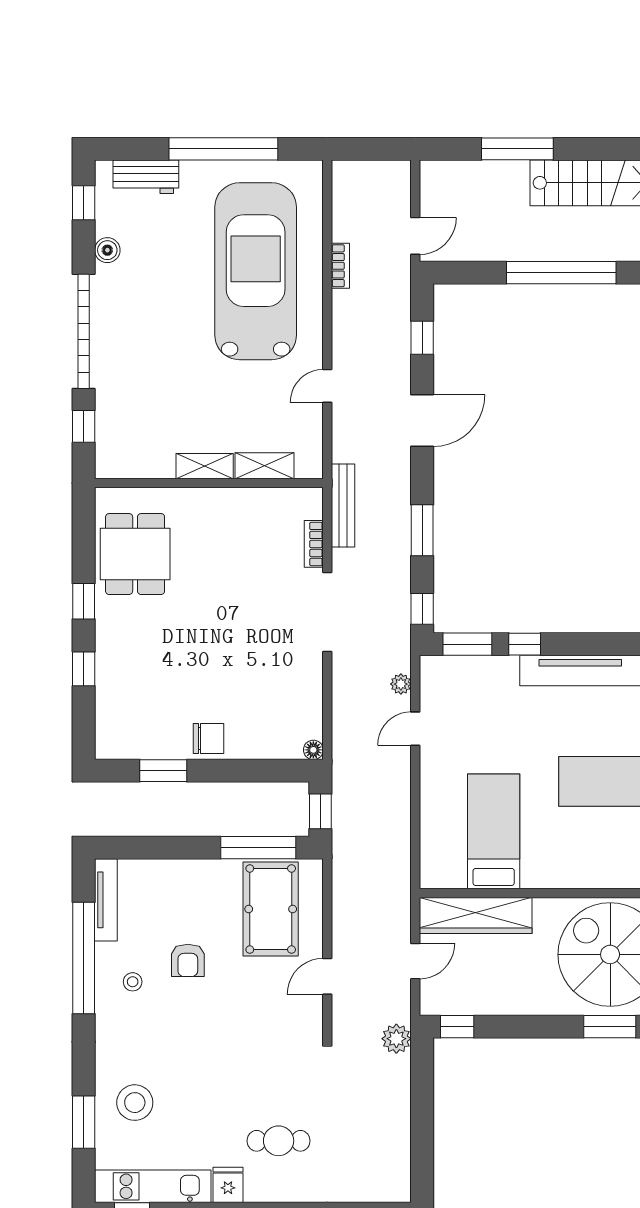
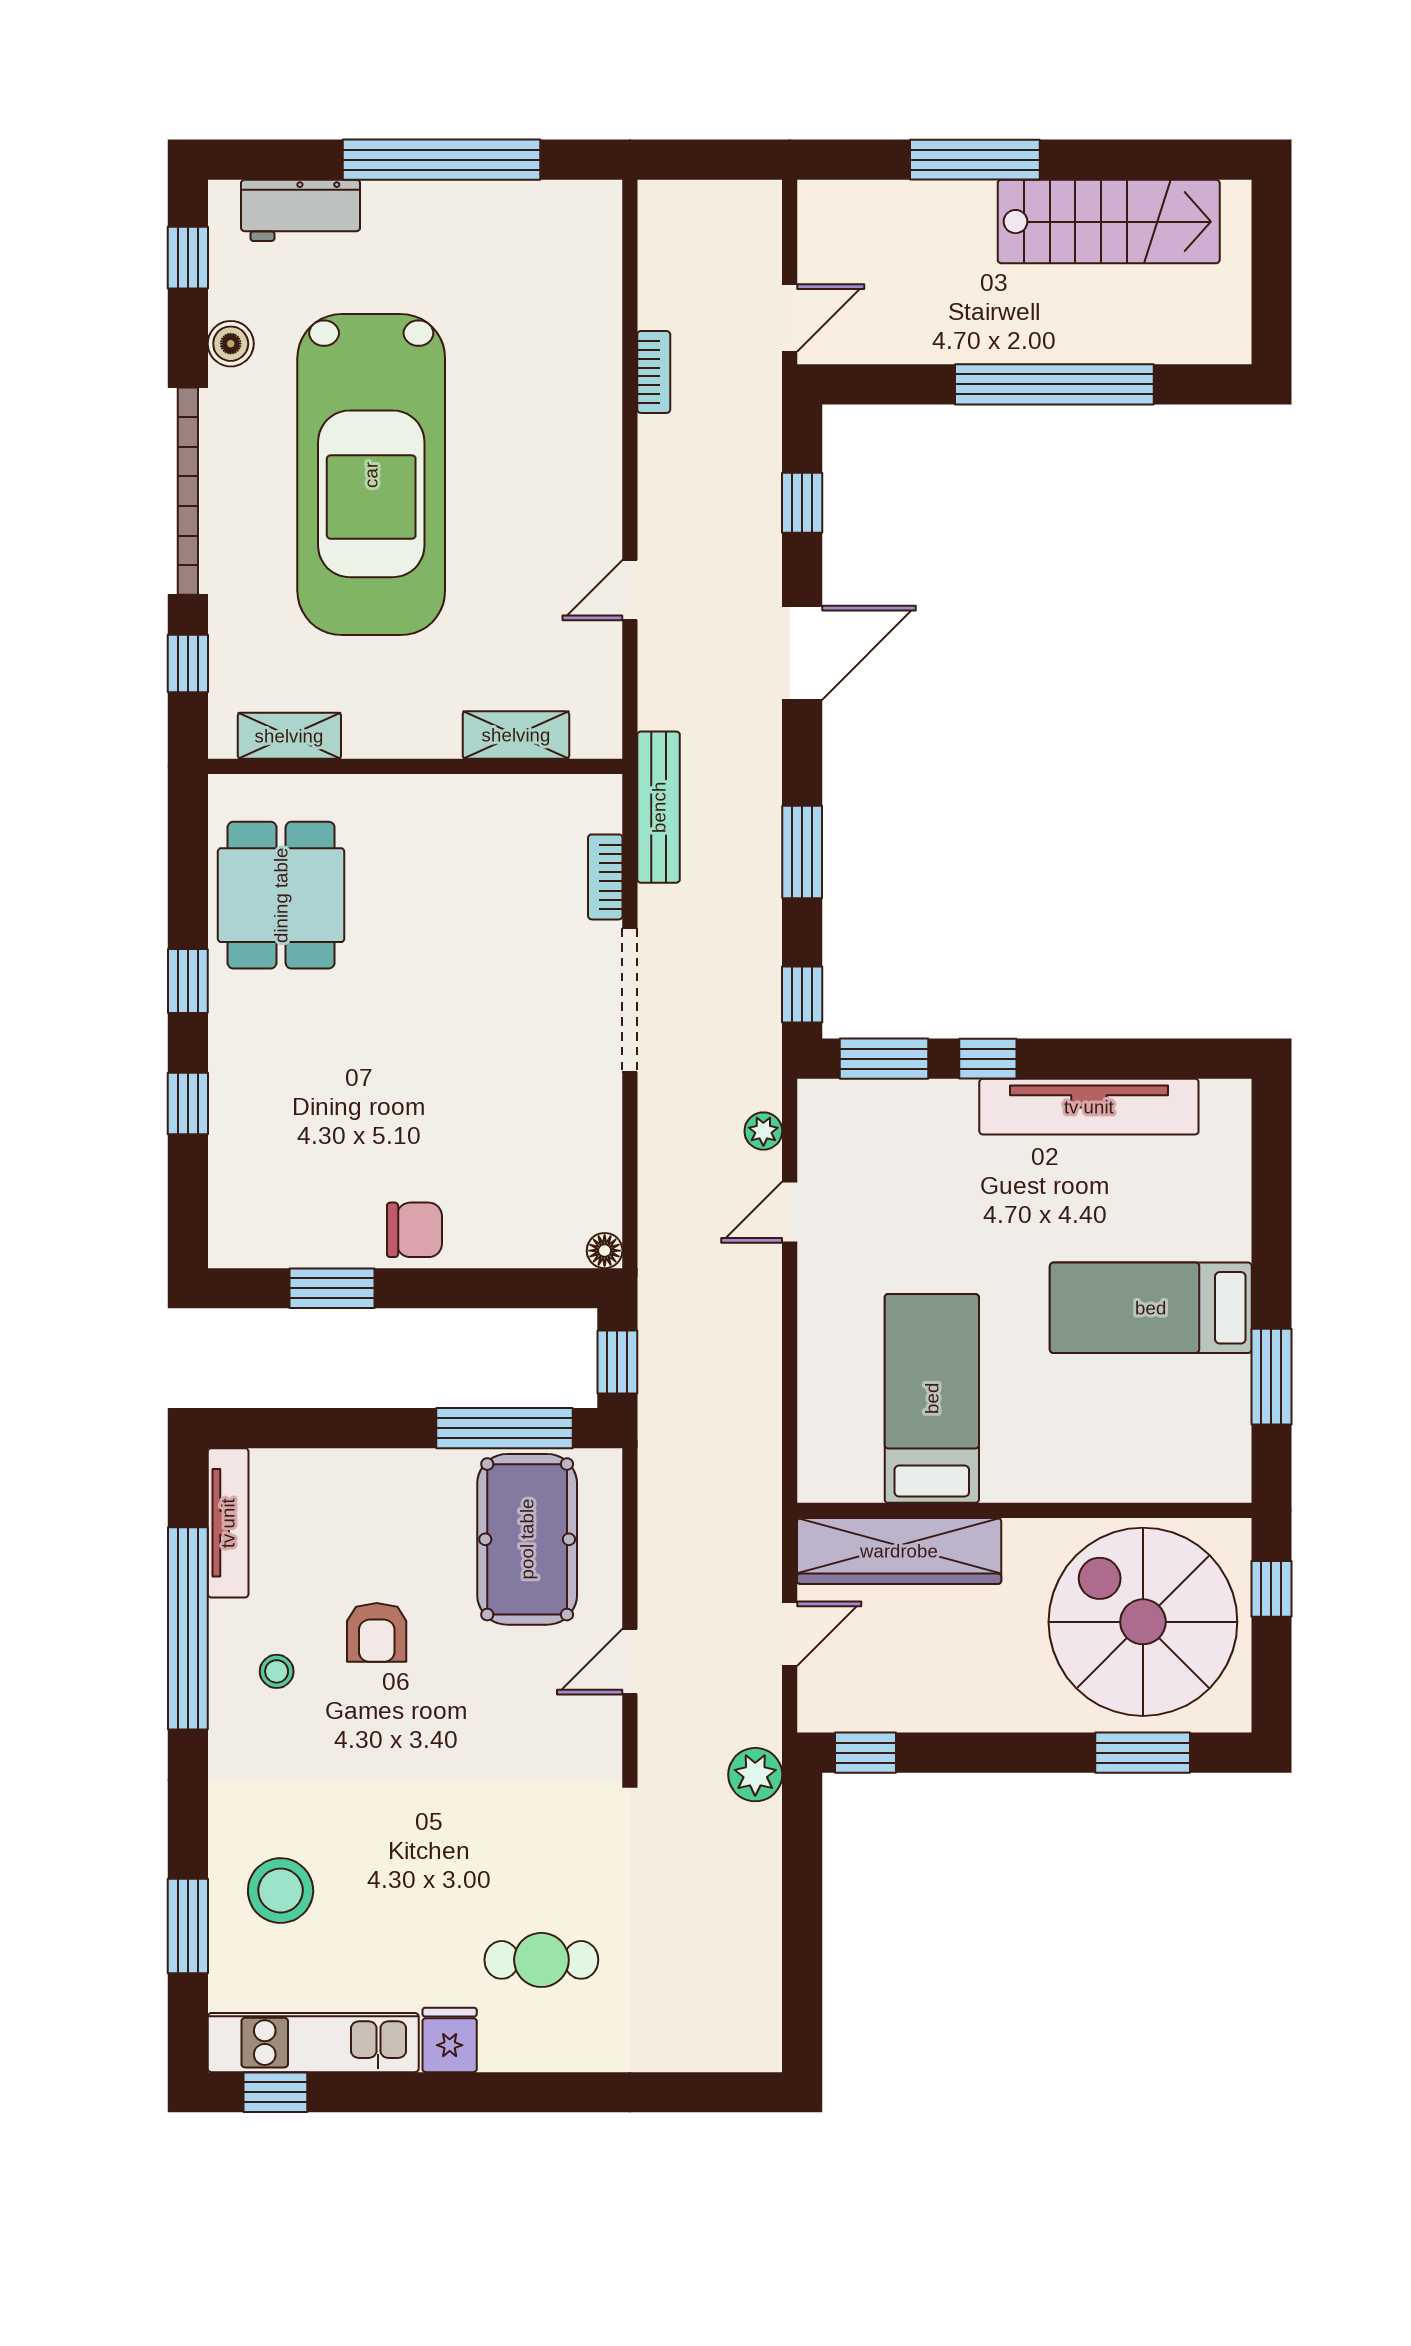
car: (256, 271) -> (371, 475), moved, turned 180
shelving: (205, 466) -> (289, 736), moved

